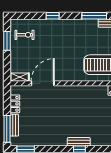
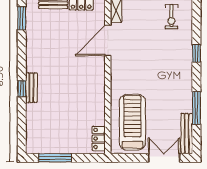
door: (43, 83) -> (108, 40), swing flipped

